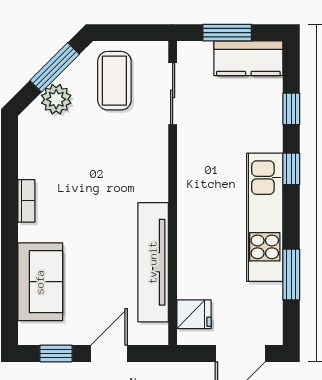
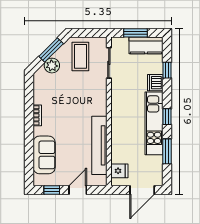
dishwasher: (267, 134) -> (155, 83), added
window: (291, 169) -> (167, 117), moved

